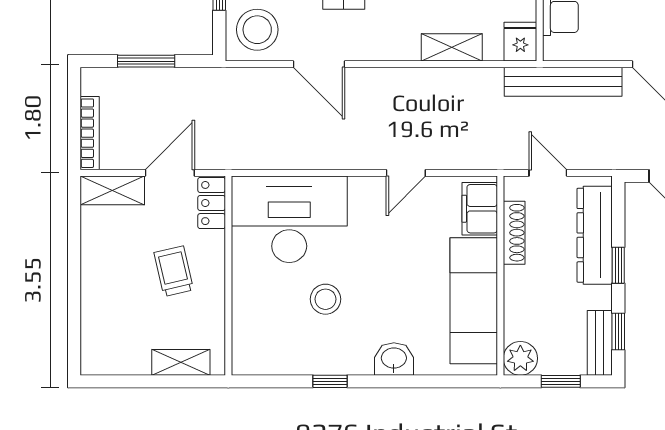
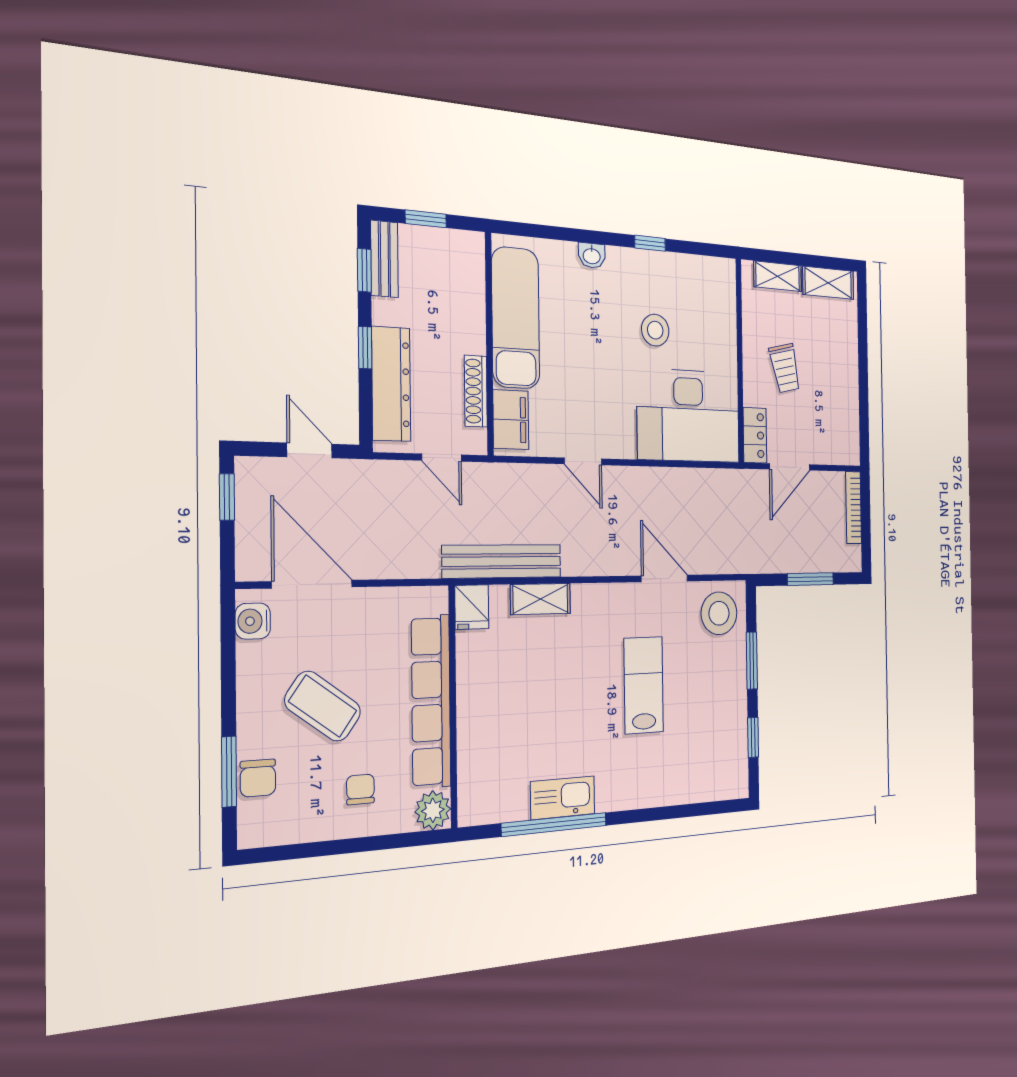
bench: (563, 82) -> (502, 561), moved
door: (406, 173) -> (583, 461), swing flipped
shelving: (112, 190) -> (828, 283), moved
plant: (520, 358) -> (468, 249), removed
washbasin: (394, 359) -> (592, 256), width x0.72, depth x0.69

